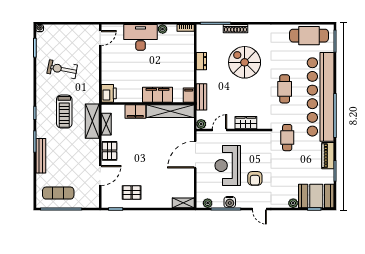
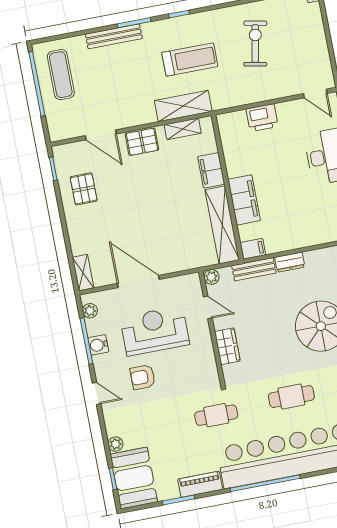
dresser: (201, 61) -> (290, 262), moved
printer: (109, 93) -> (262, 118), moved
treadmill: (64, 112) -> (190, 60), turned 180
door: (195, 155) -> (138, 281), moved
door: (259, 209) -> (96, 393), swing flipped

